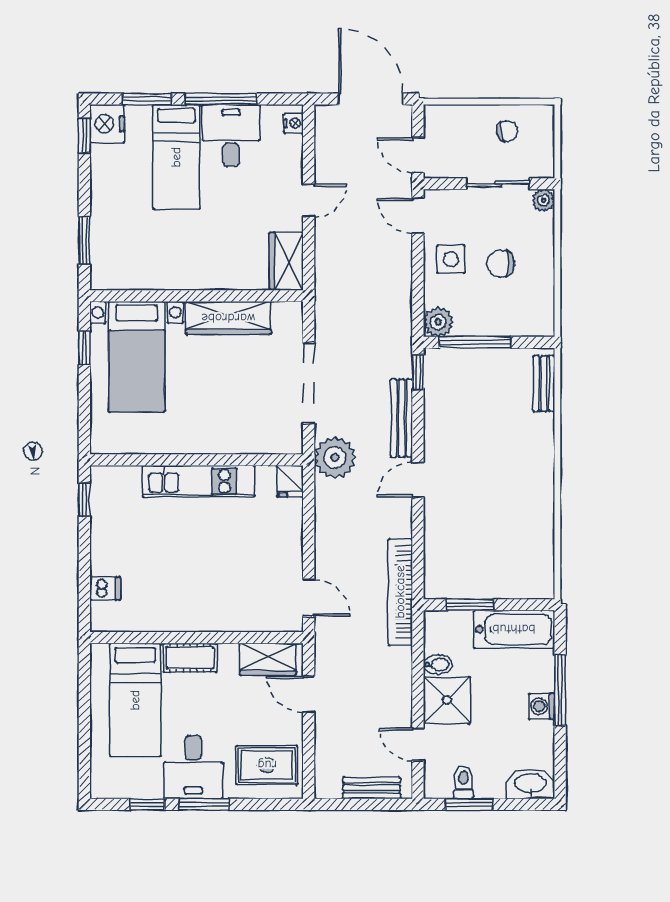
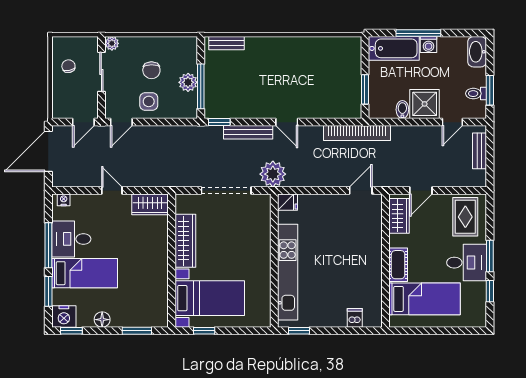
floor lamp: (102, 185) -> (102, 320), added
plant: (438, 322) -> (188, 82), moved
kitchen unit: (199, 481) -> (288, 272), width x1.36
bathtub: (514, 629) -> (394, 48), moved, turned 90

